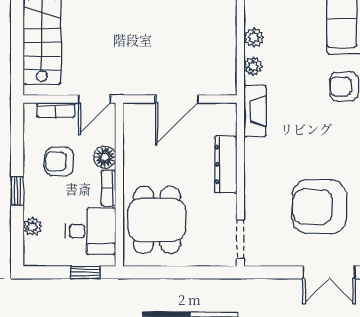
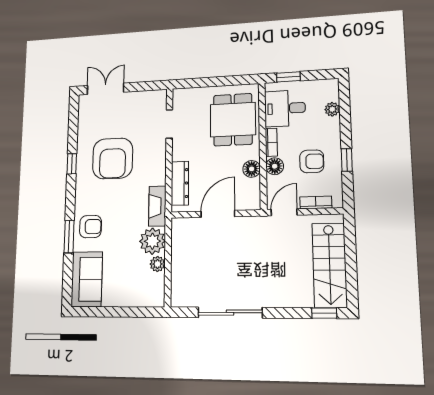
plant: (253, 66) -> (152, 241), width x1.88, depth x1.88
floor lamp: (134, 155) -> (252, 169), added
dresser: (226, 165) -> (180, 183), moved
window: (17, 191) -> (347, 160), moved
armchair: (319, 207) -> (113, 158), moved, turned 90
doorway: (240, 239) -> (169, 124), moved

